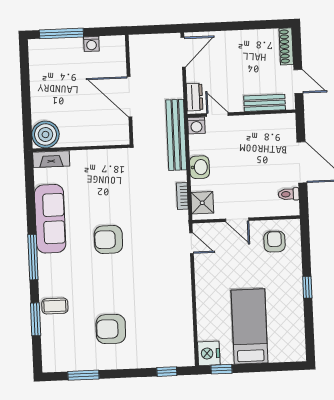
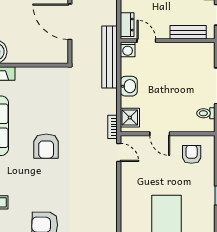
bookcase: (182, 196) -> (113, 127), moved
armchair: (108, 239) -> (46, 146), turned -90

